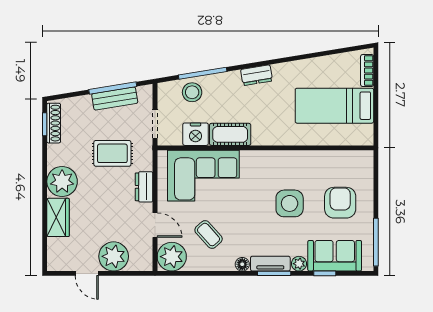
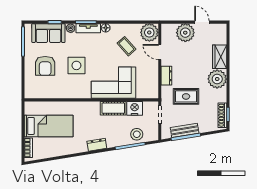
corner sofa: (203, 176) -> (113, 83), moved

